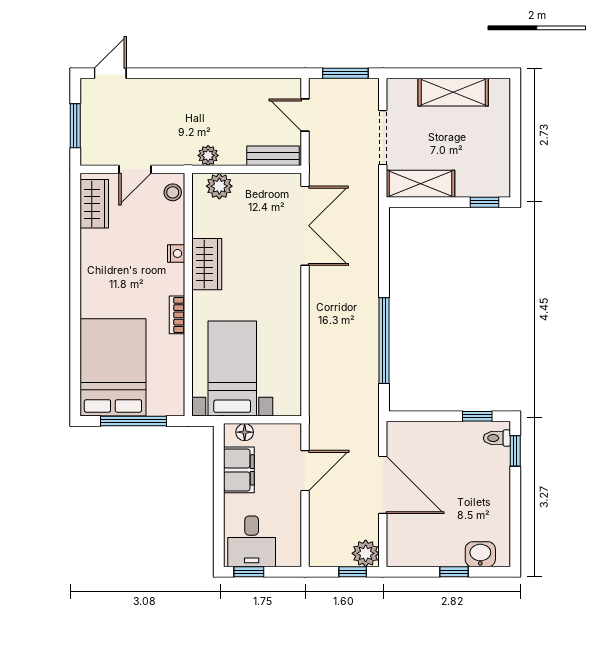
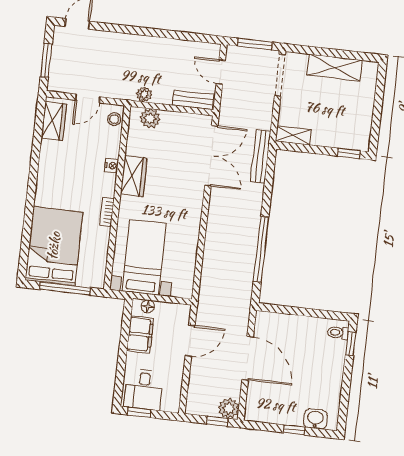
doorway: (383, 138) -> (280, 75), moved
shelving: (421, 184) -> (293, 135), width x0.67, depth x0.75
bench: (370, 219) -> (261, 156), added
window: (477, 416) -> (325, 314), removed

